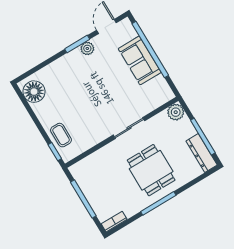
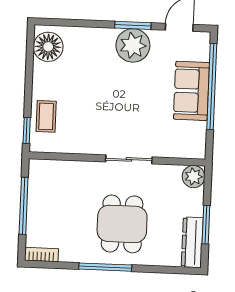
plant: (87, 48) -> (133, 45), width x1.88, depth x1.88
window: (203, 137) -> (206, 225), width x0.69

